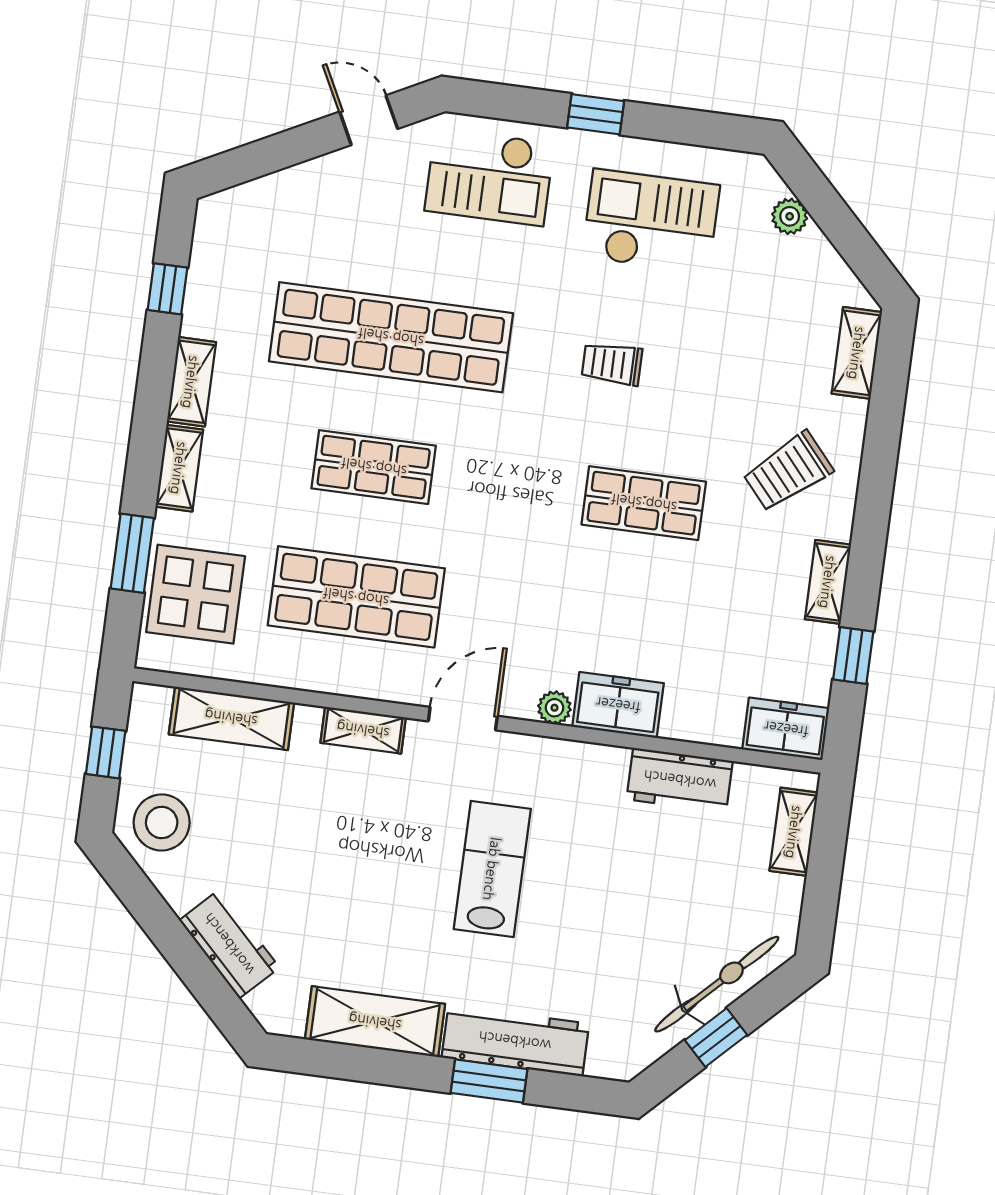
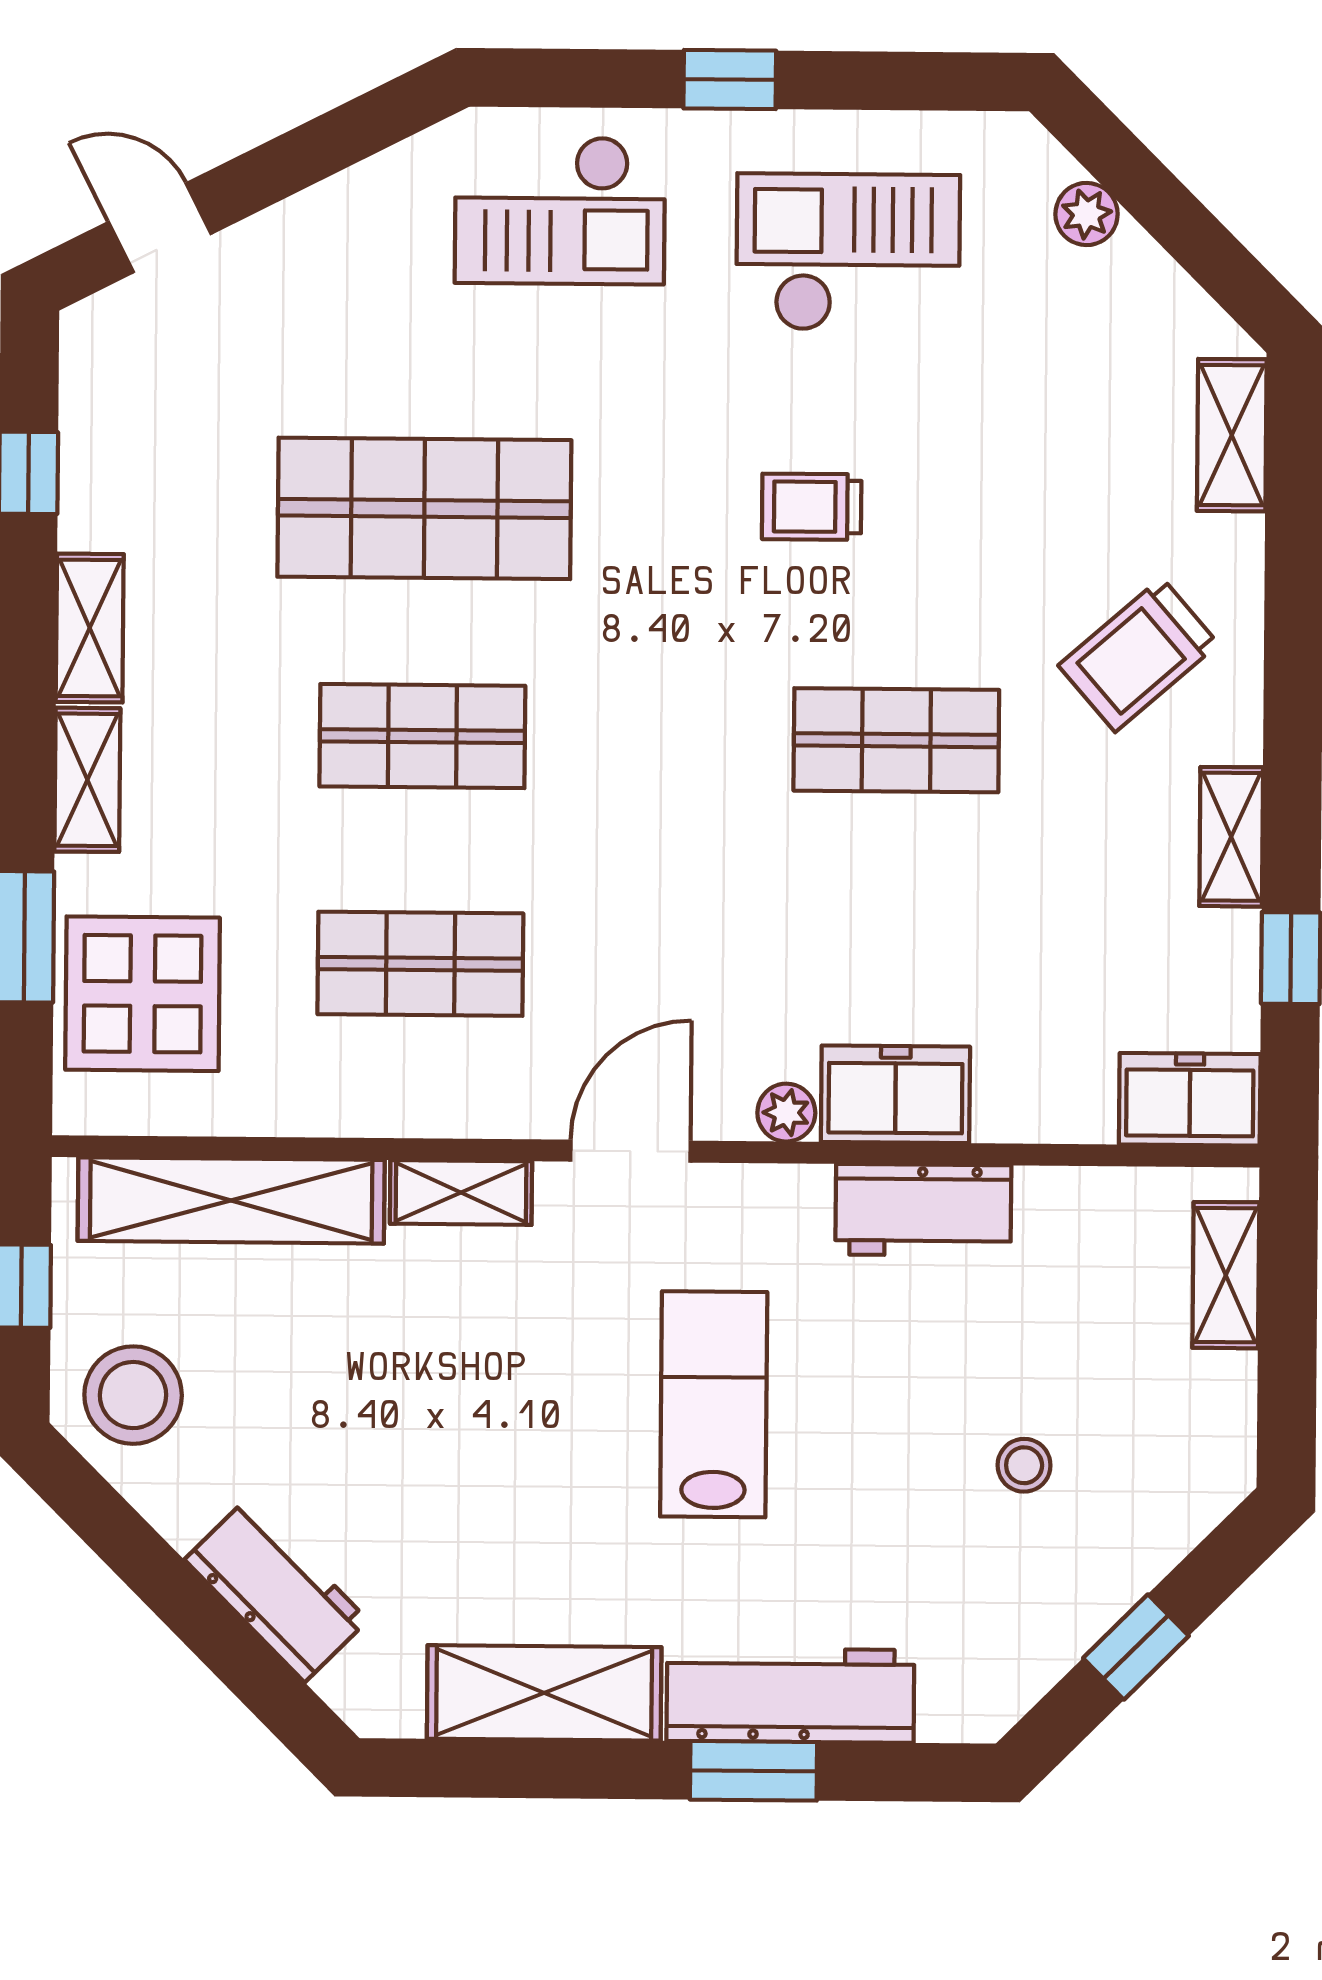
door: (369, 120) -> (160, 228), moved
shop shelf: (391, 337) -> (424, 508), width x0.71
shop shelf: (356, 597) -> (420, 964), width x0.70, depth x0.74
shelving: (231, 718) -> (231, 1200), width x1.47
workbench: (680, 780) -> (923, 1210), moved
stool: (665, 926) -> (1024, 1465), added
bicycle: (717, 984) -> (1126, 1555), removed

